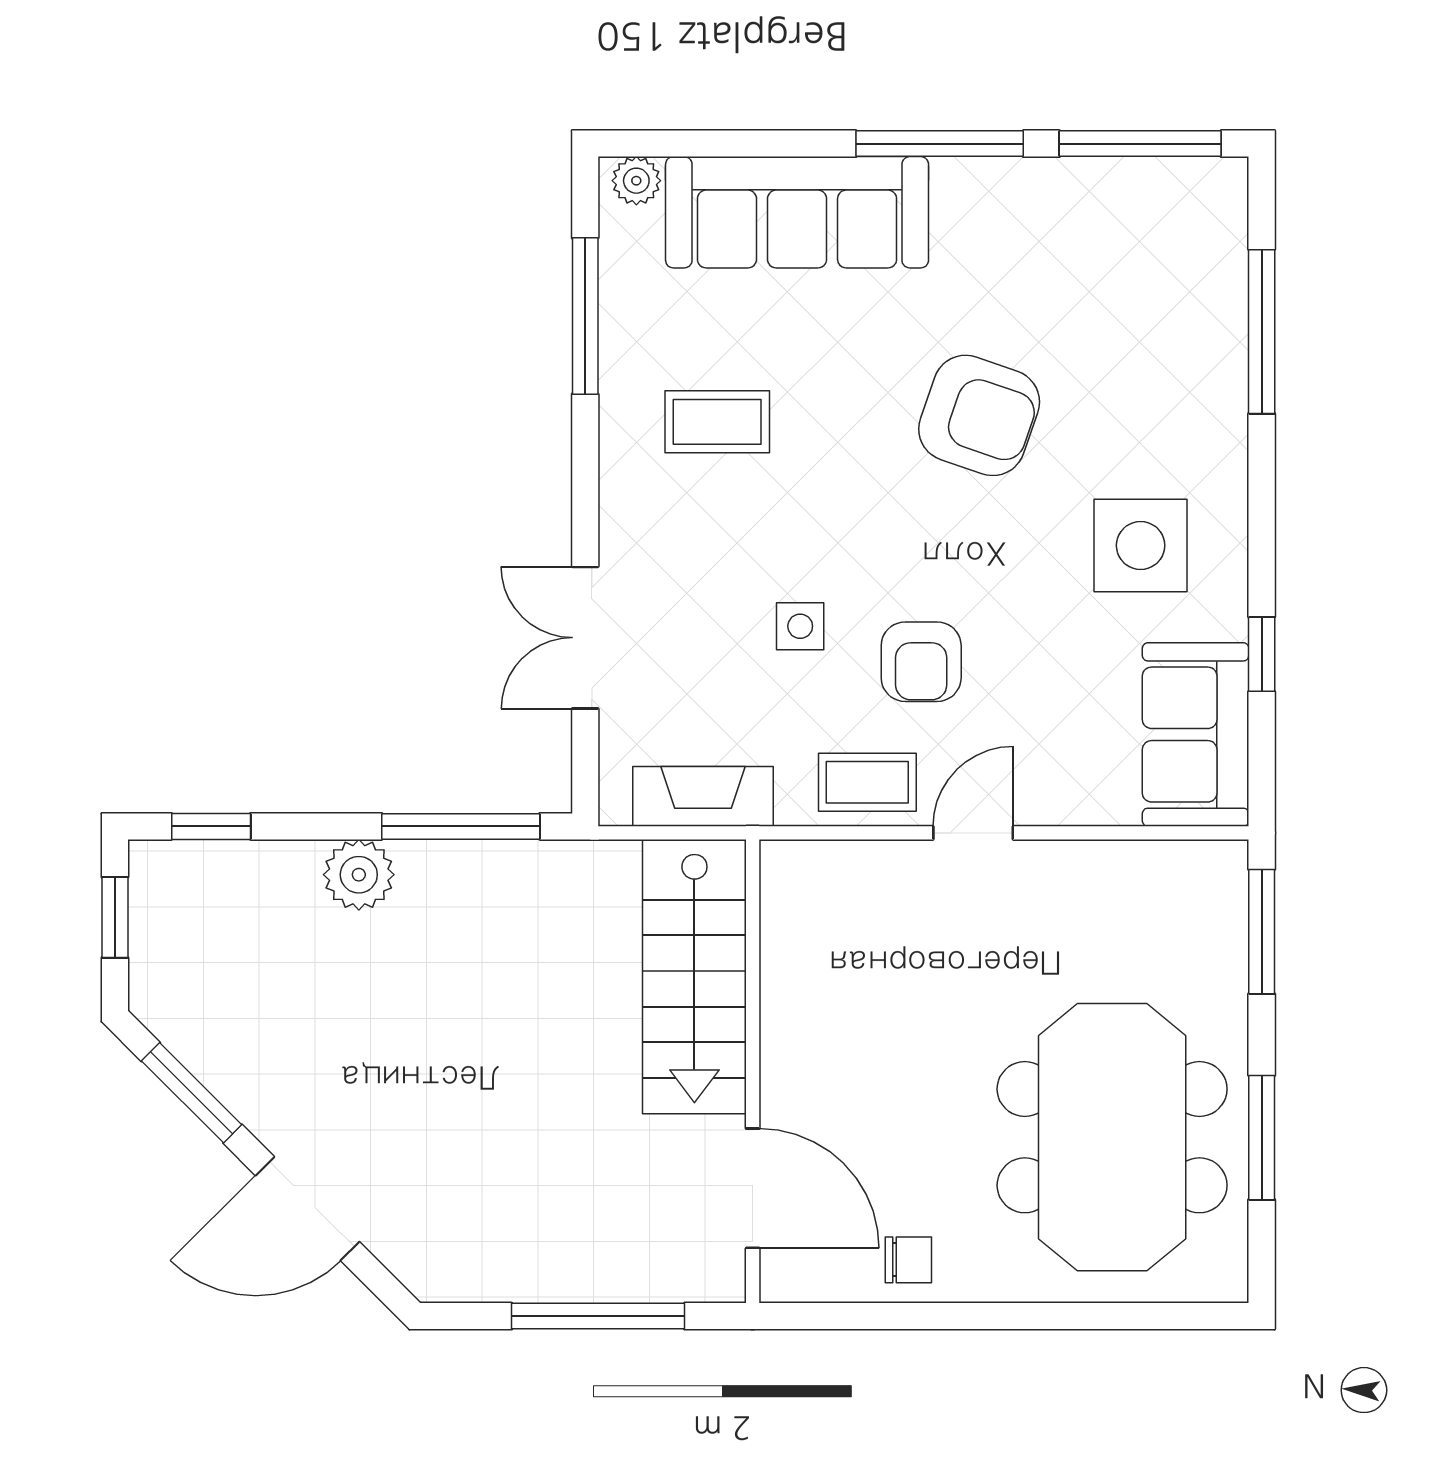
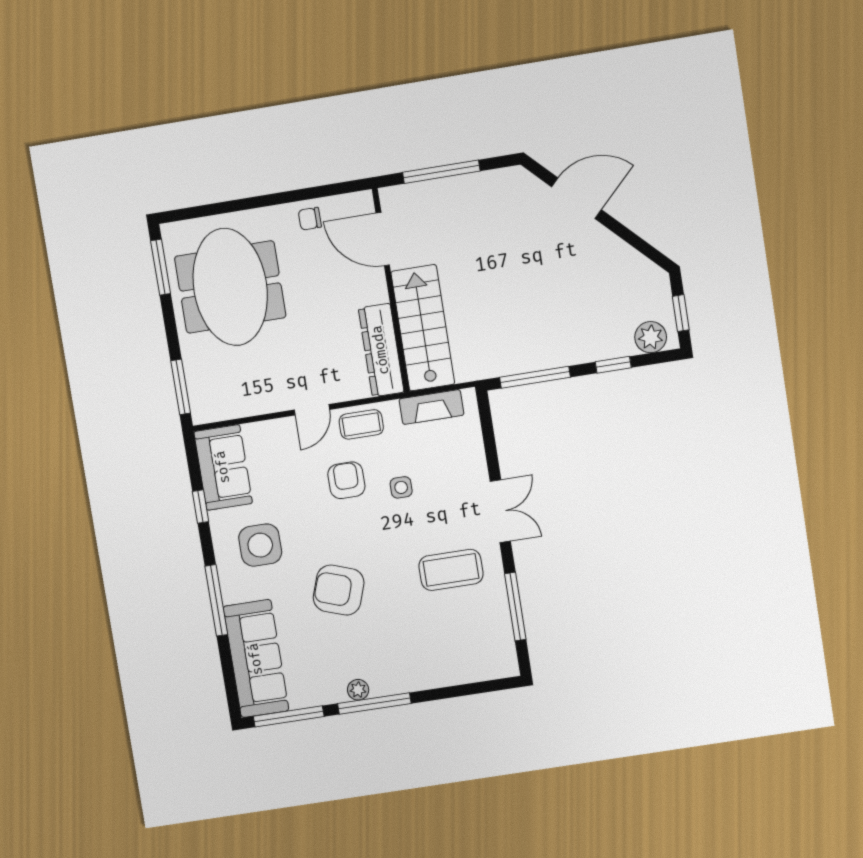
plant: (636, 181) -> (358, 690), moved
sofa: (797, 212) -> (256, 659), moved, turned 90
window: (1262, 332) -> (216, 600), moved
coffee table: (717, 422) -> (451, 570), width x1.36, depth x1.30
double door: (585, 638) -> (500, 511), moved
window: (211, 826) -> (613, 365), moved
plant: (359, 875) -> (651, 337), moved
dresser: (796, 942) -> (381, 350), added
window: (192, 1093) -> (635, 241), removed
window: (1262, 1138) -> (161, 267), moved

